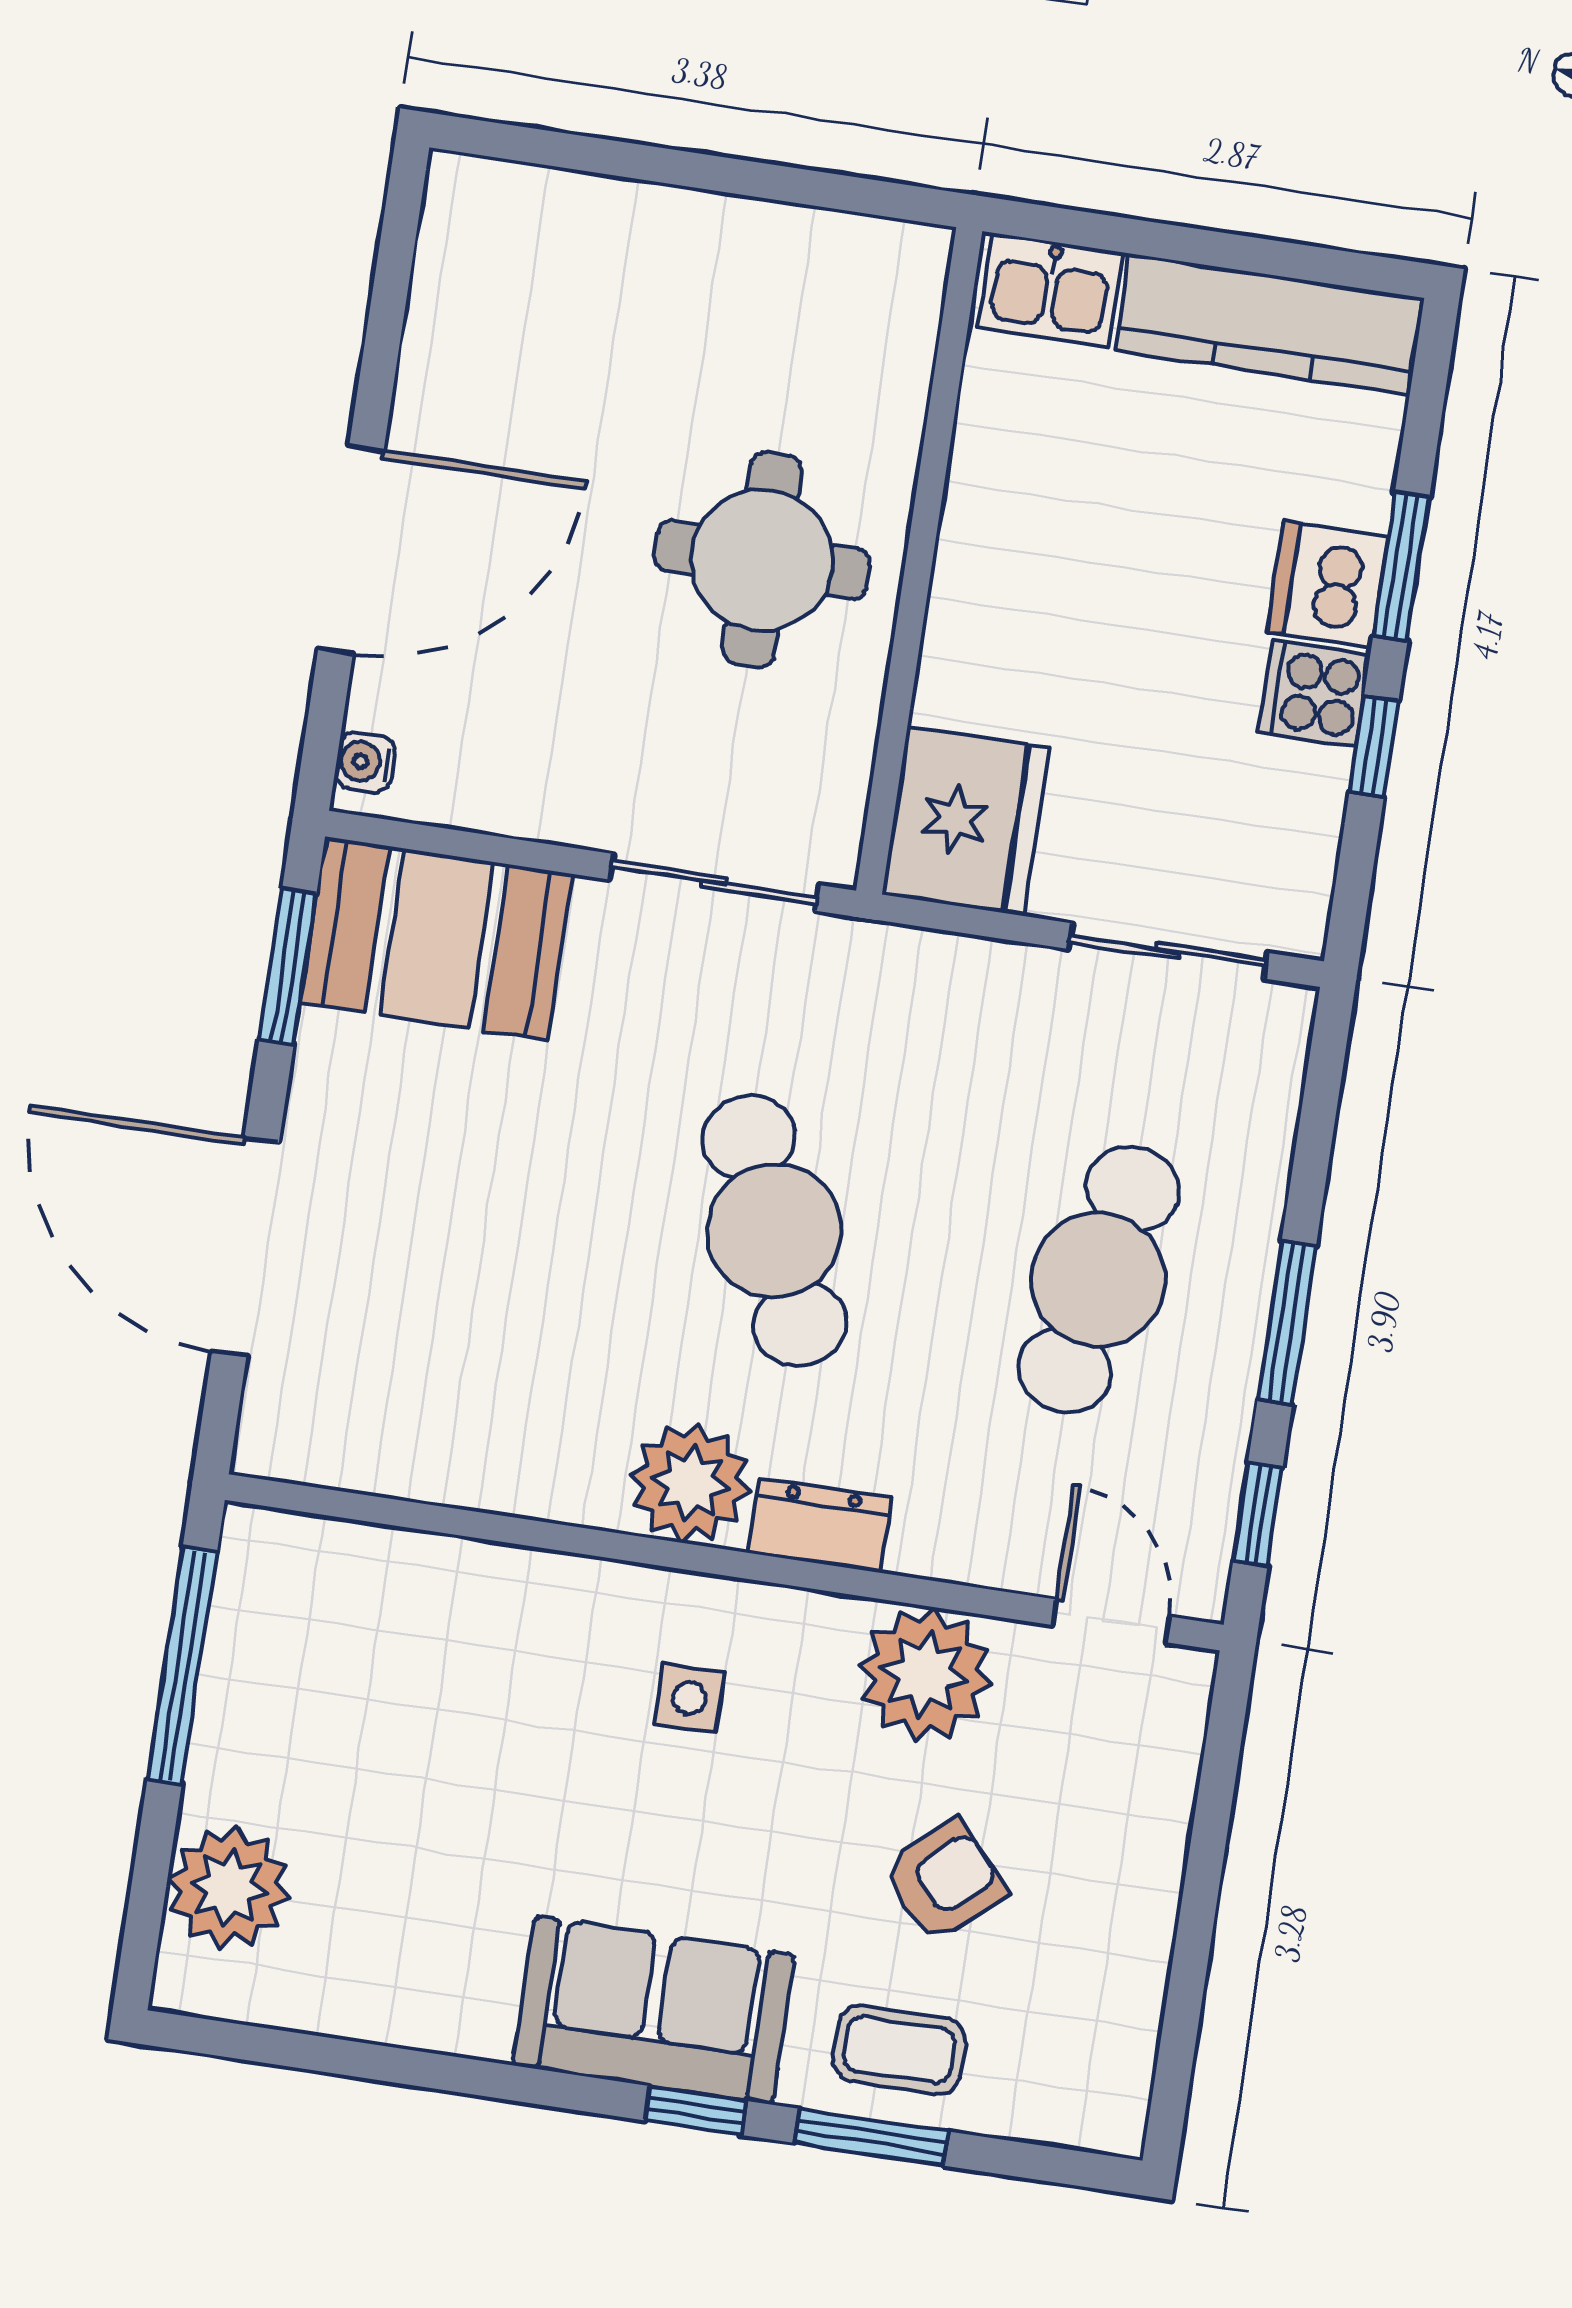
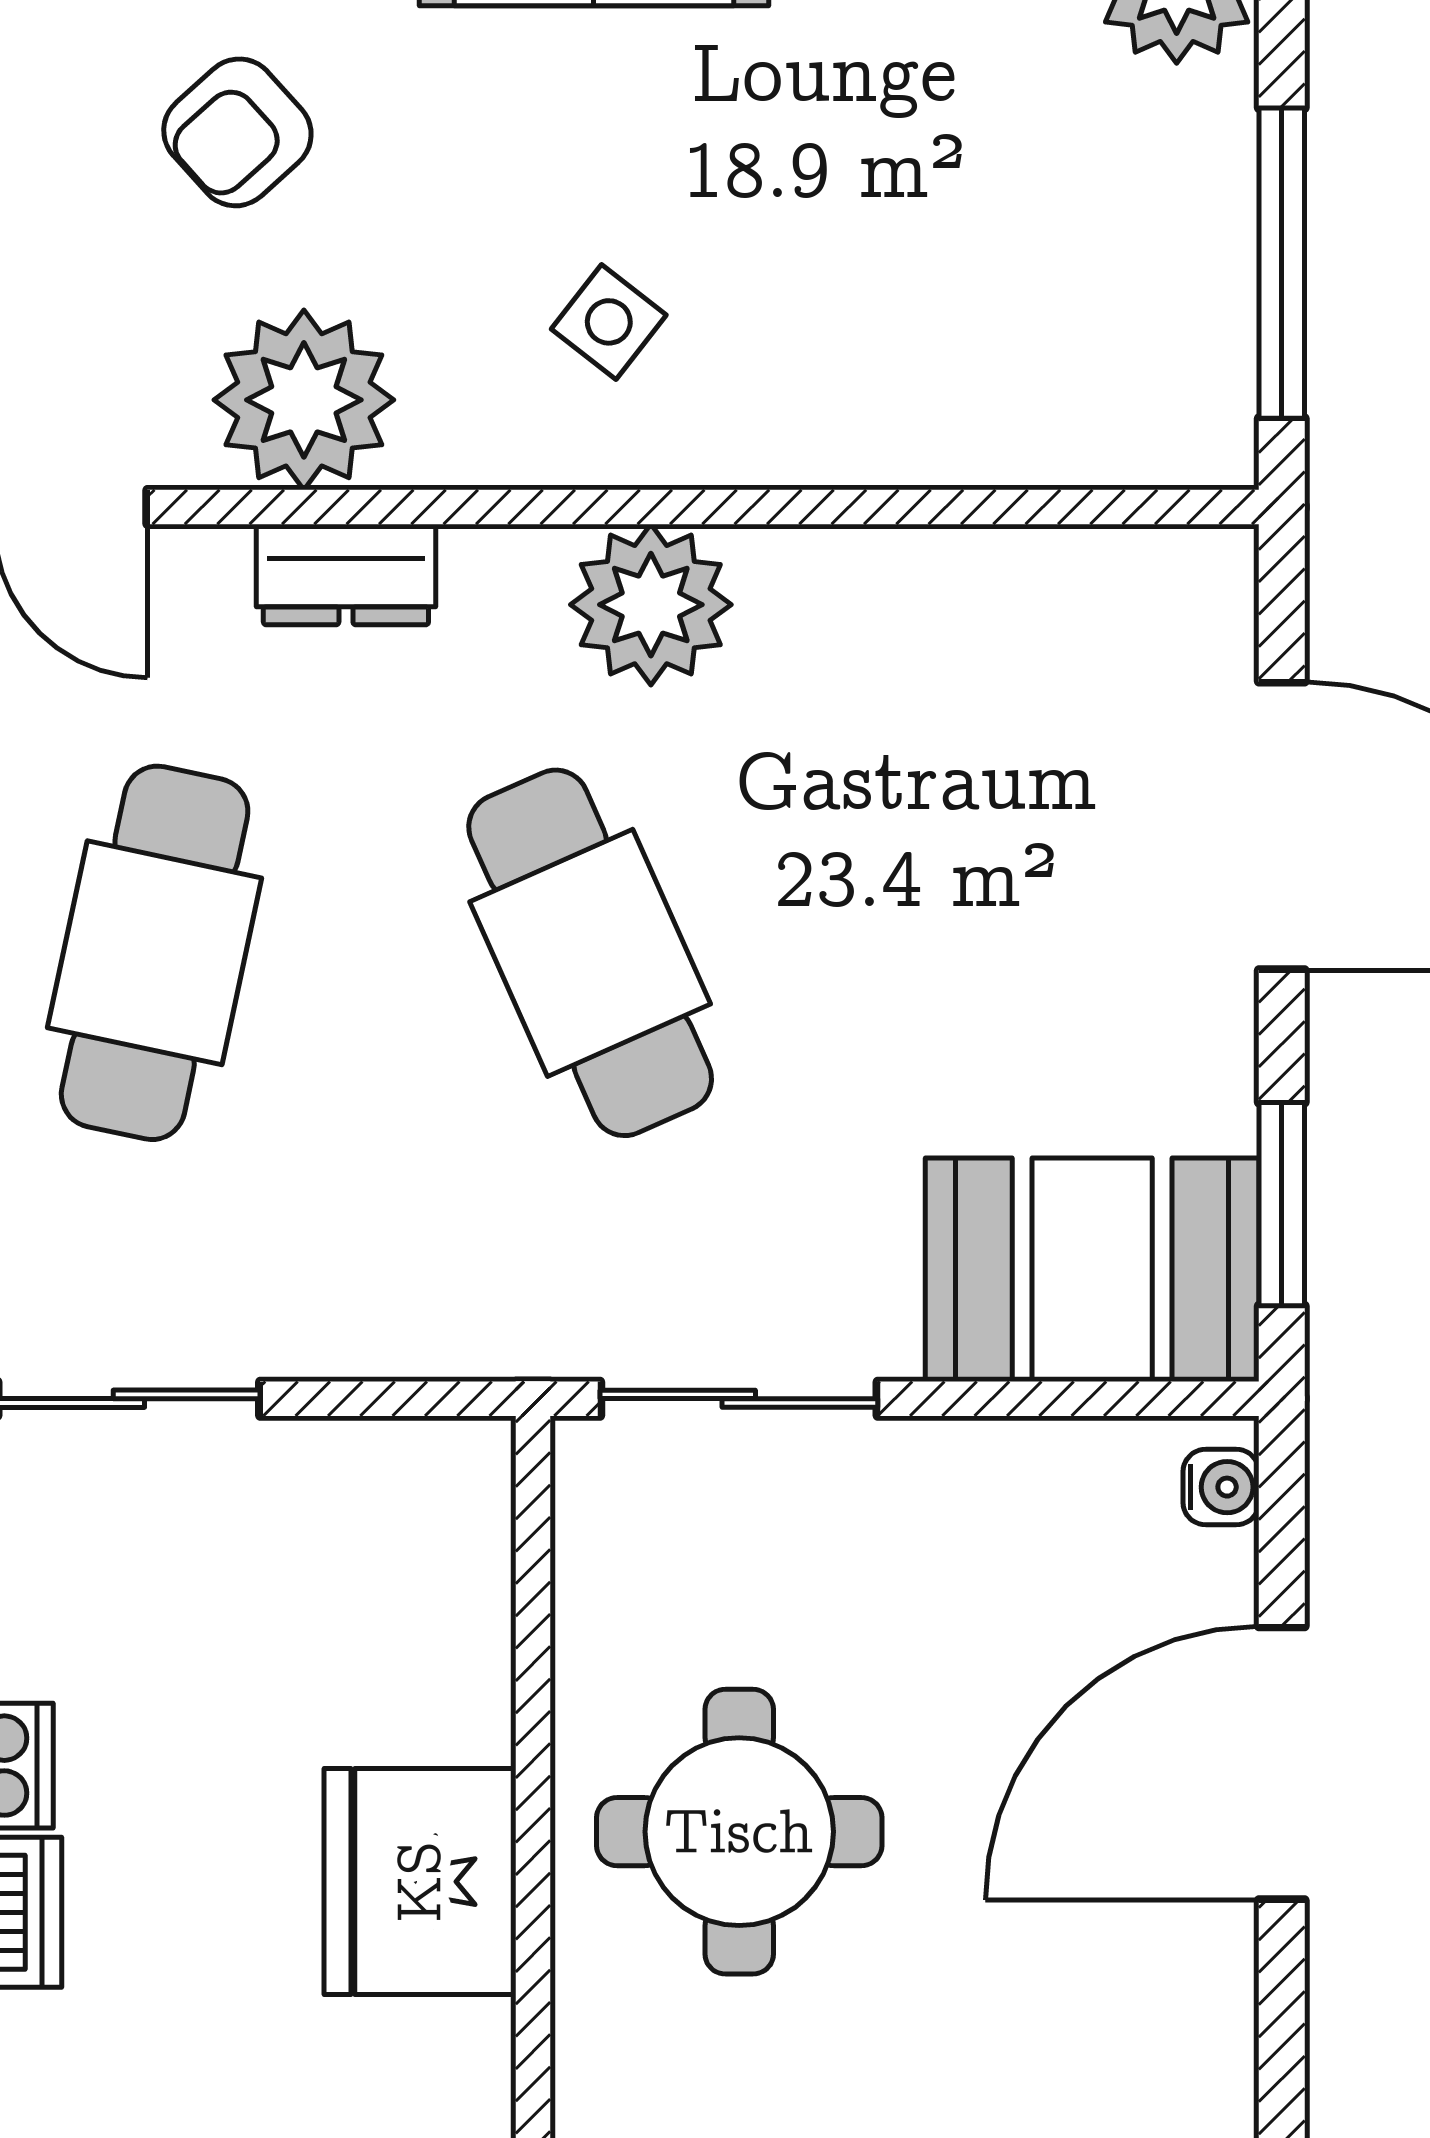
fridge: (966, 821) -> (420, 1882), moved
dresser: (820, 1525) -> (346, 575), moved
side table: (689, 1698) -> (609, 322), turned 38

